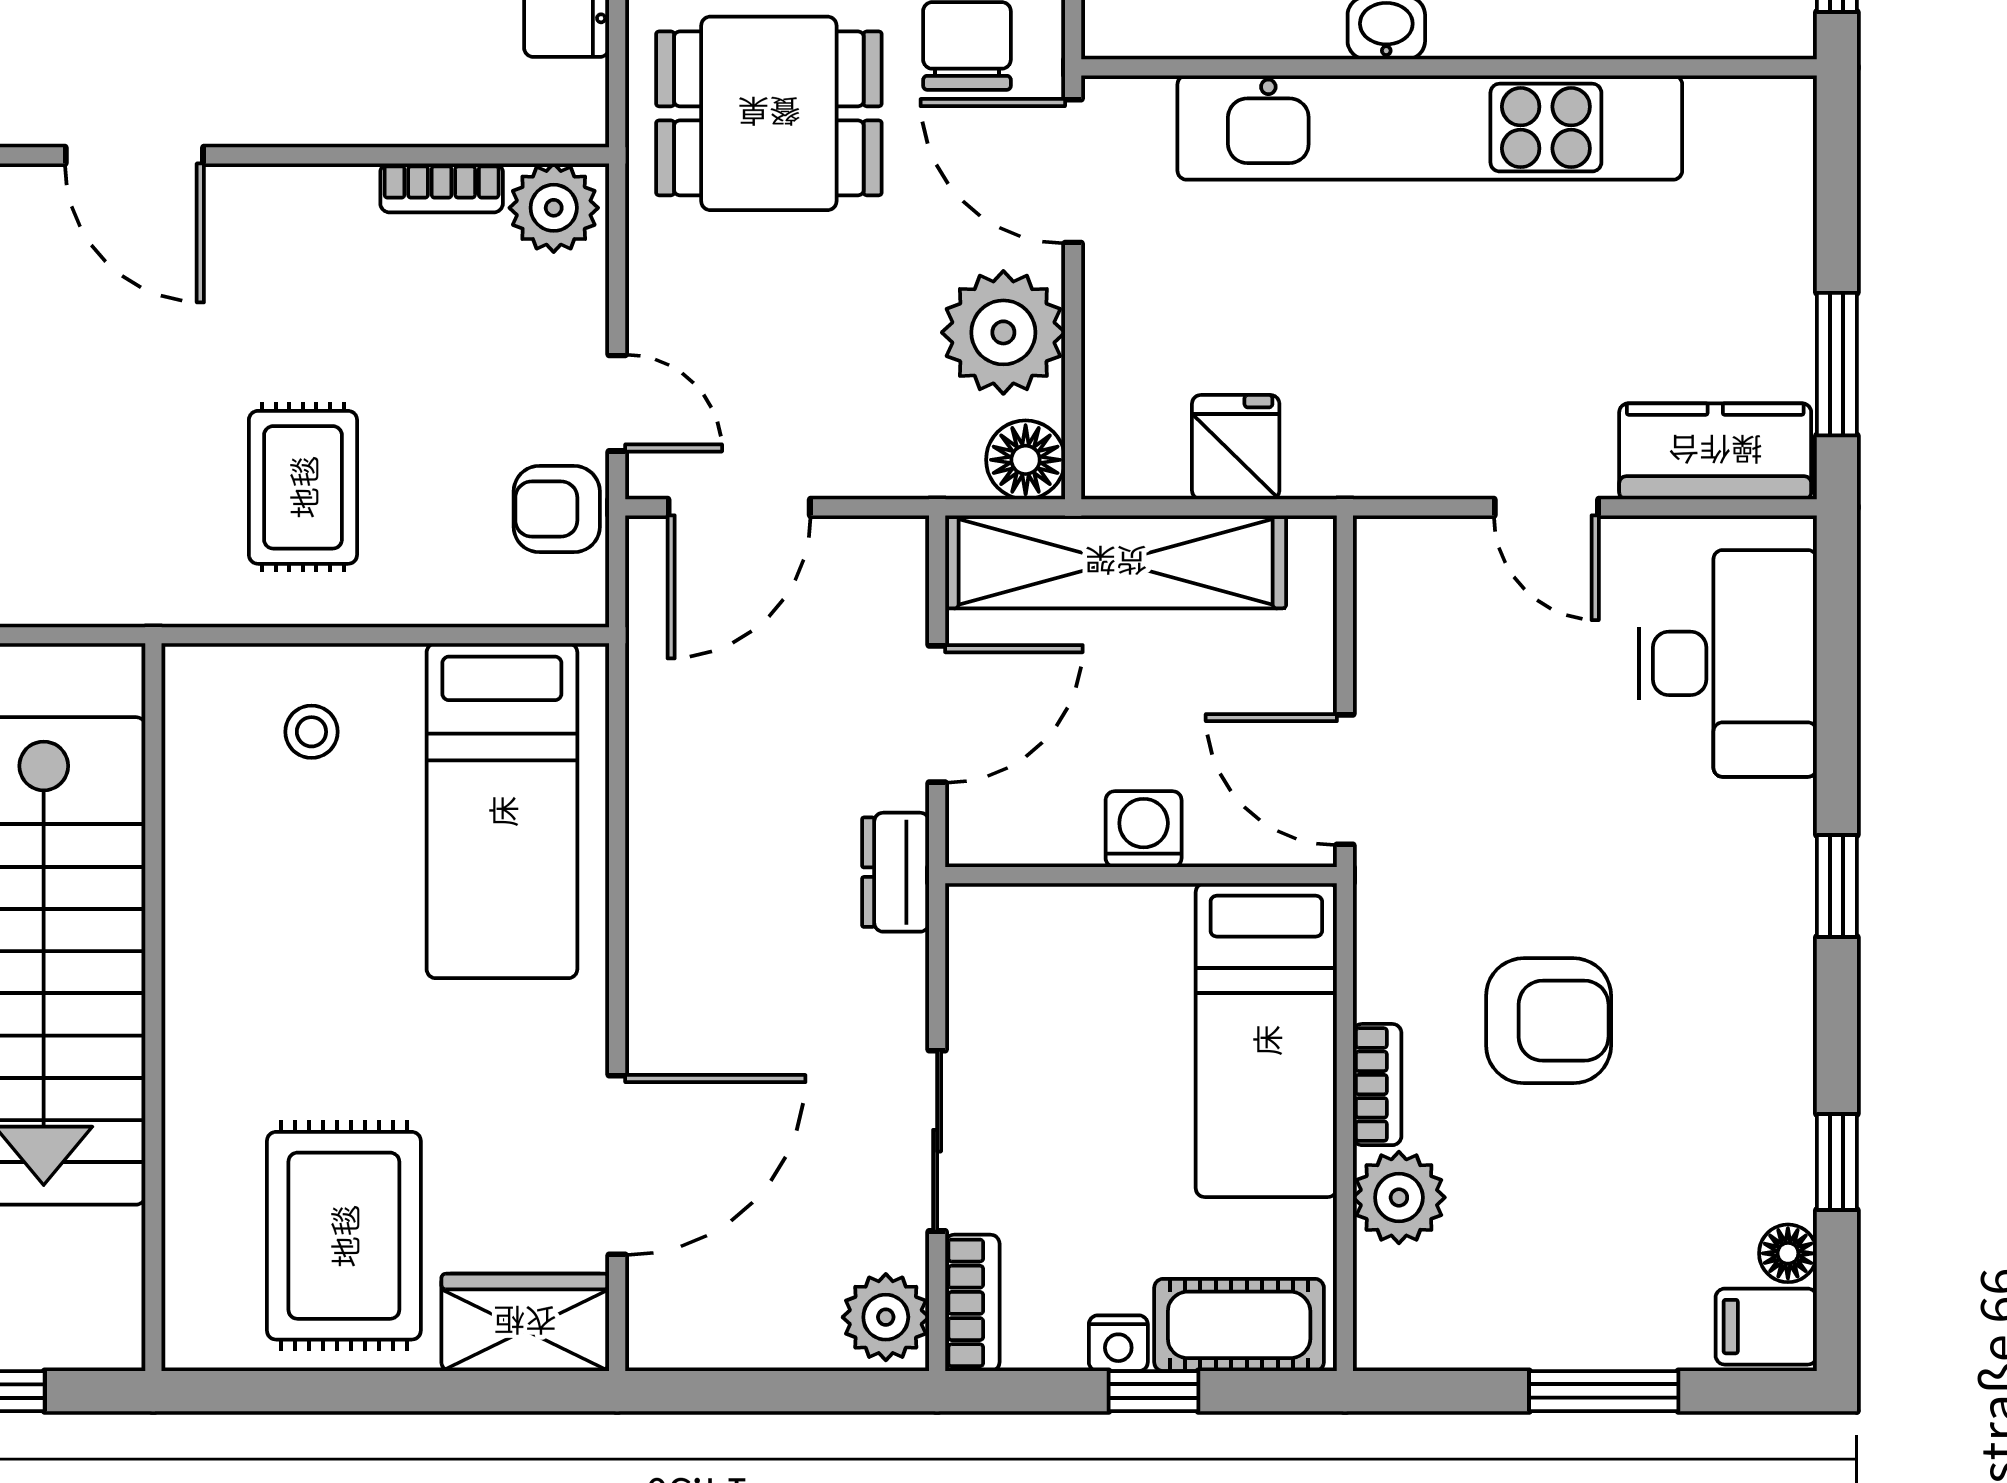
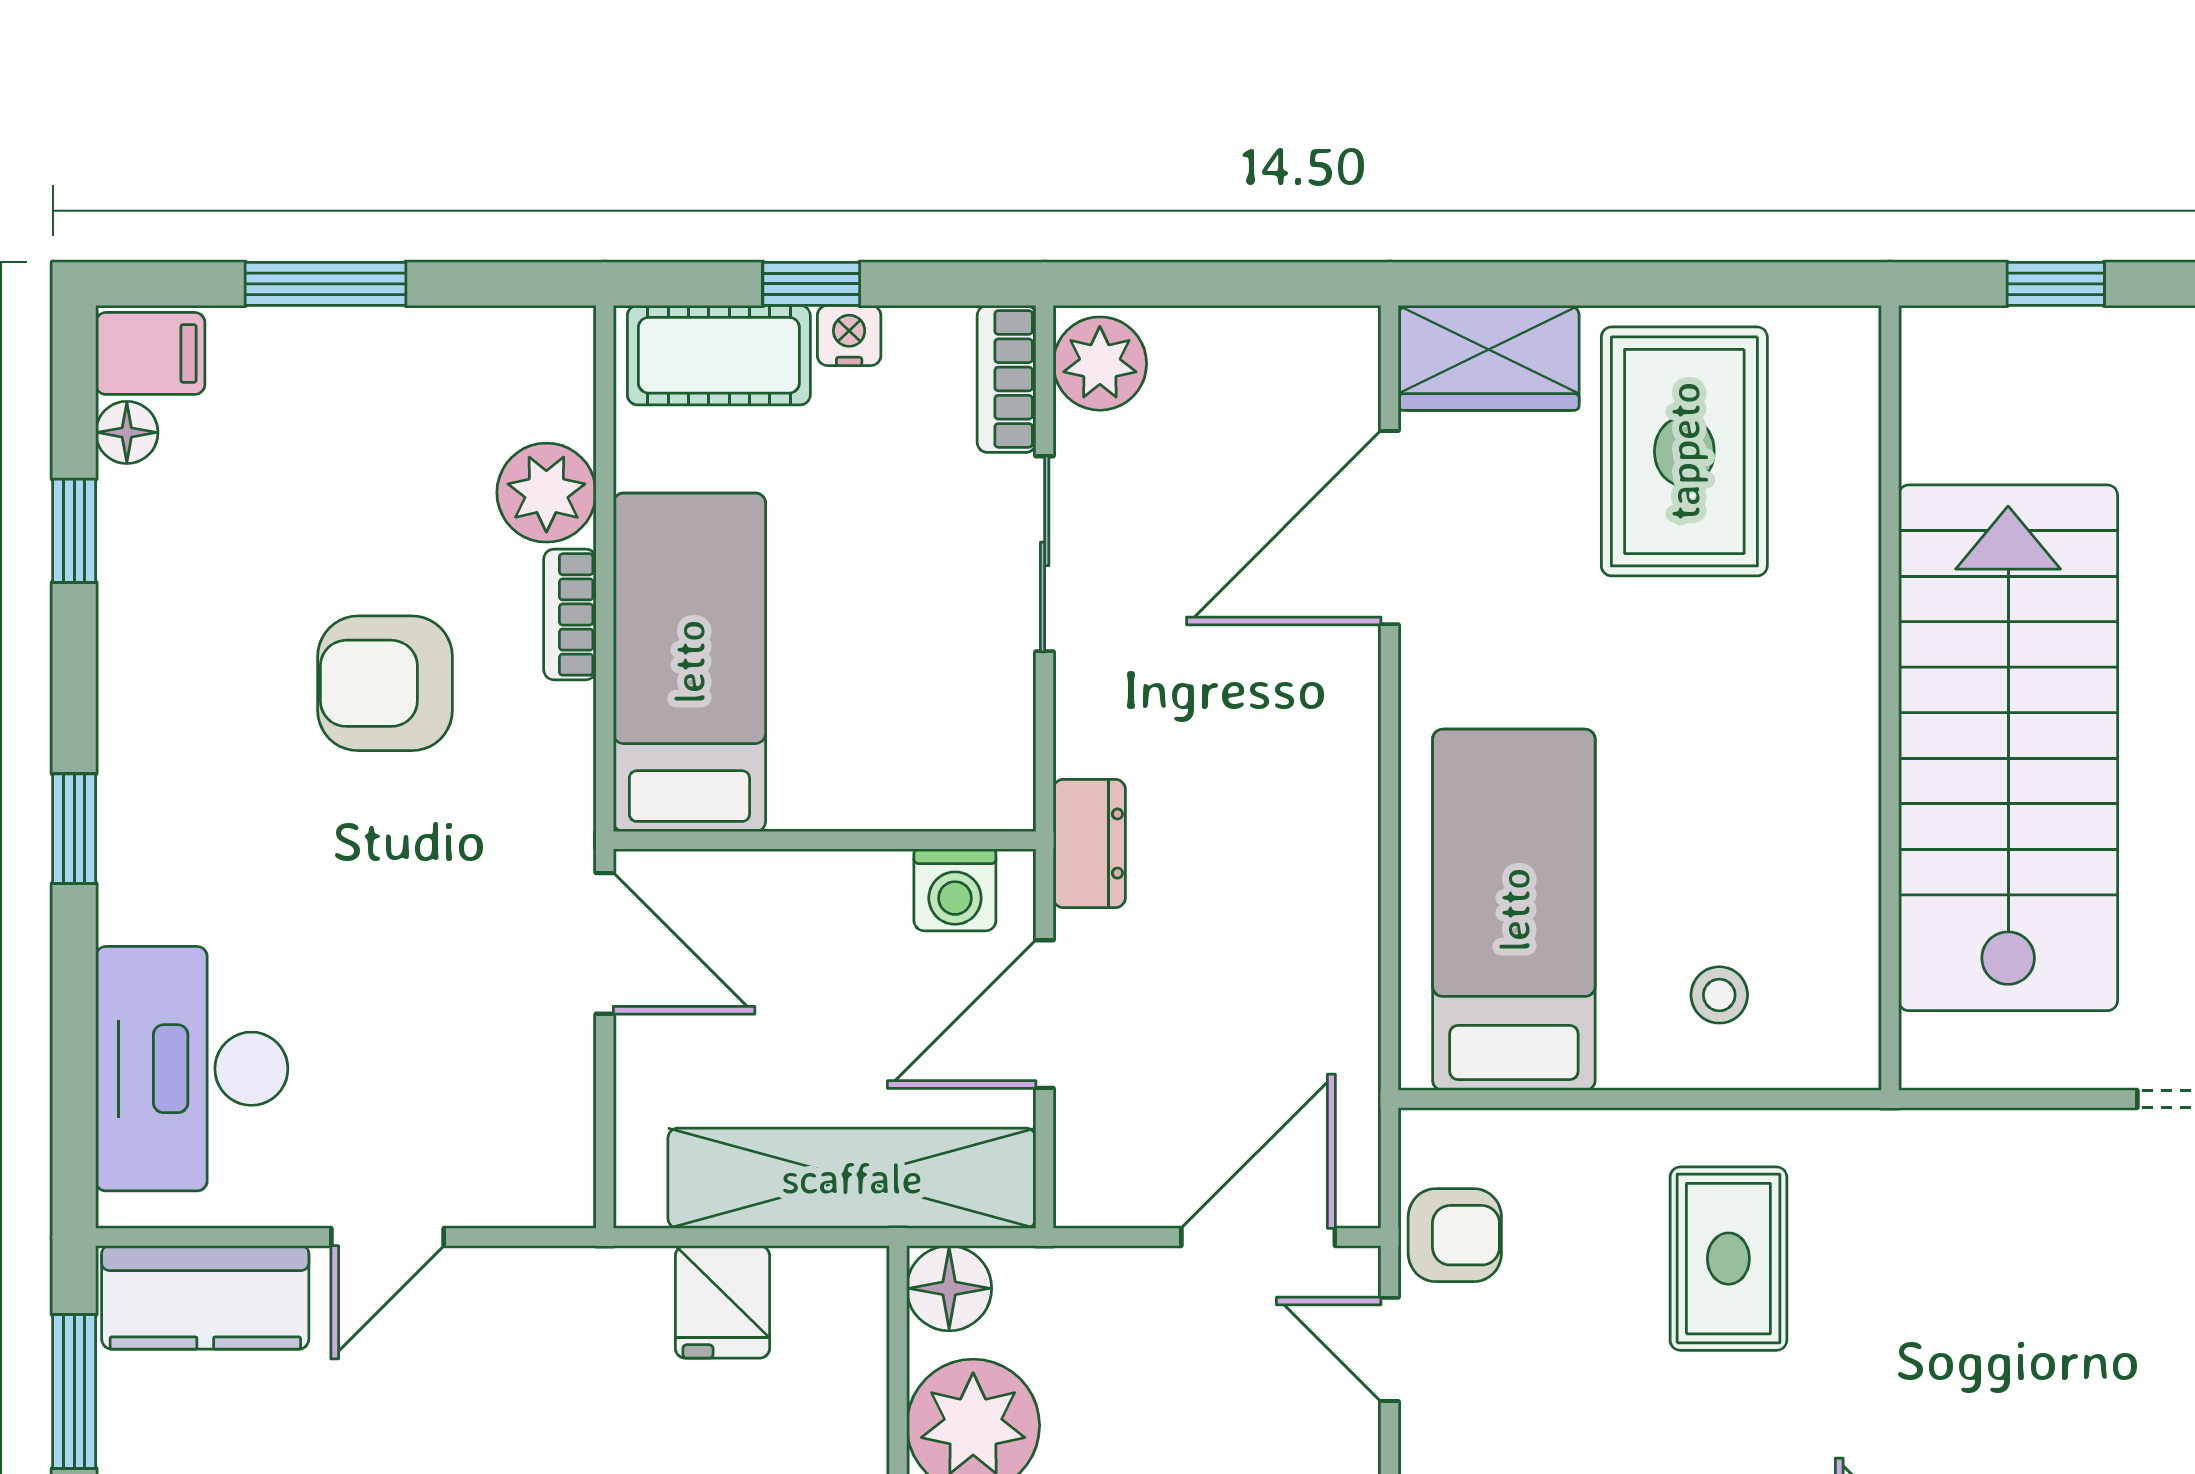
door: (1546, 507) -> (387, 1237), swing flipped
washing machine: (1144, 829) -> (955, 890), moved

